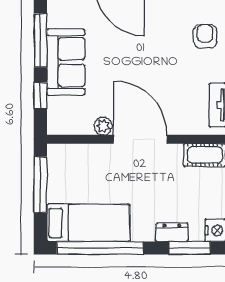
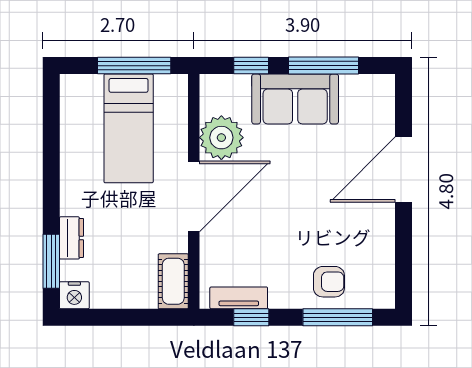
plant: (103, 126) -> (221, 138), width x1.88, depth x1.88
bed: (88, 223) -> (129, 128), moved
window: (100, 248) -> (51, 144), removed

